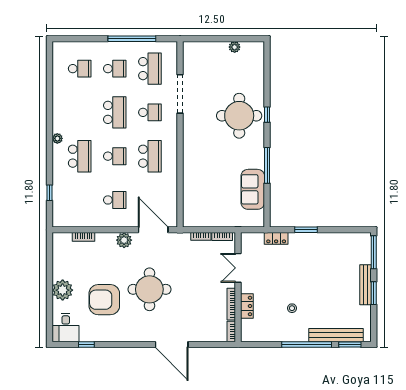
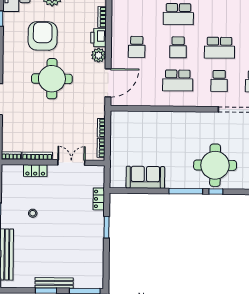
window: (267, 165) -> (186, 191), moved
printer: (105, 241) -> (98, 38), added

